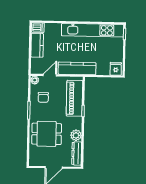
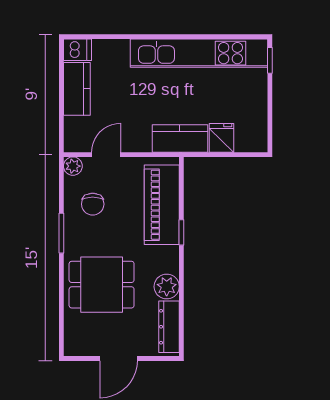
kitchen counter: (77, 68) -> (180, 138), width x0.67
fridge: (116, 69) -> (221, 138), moved

